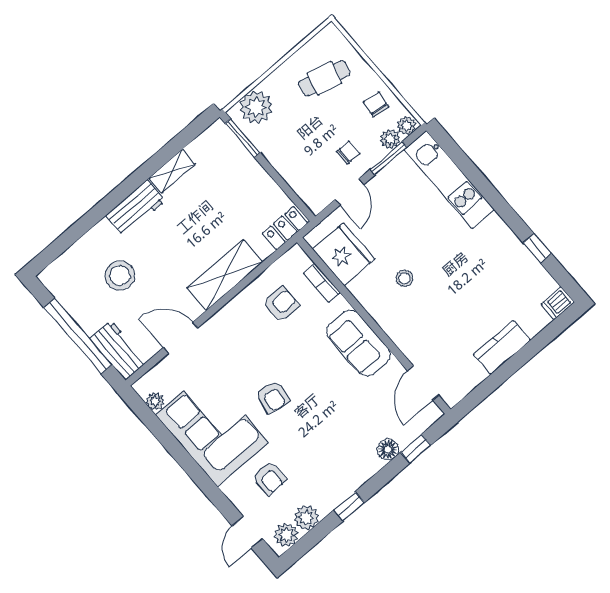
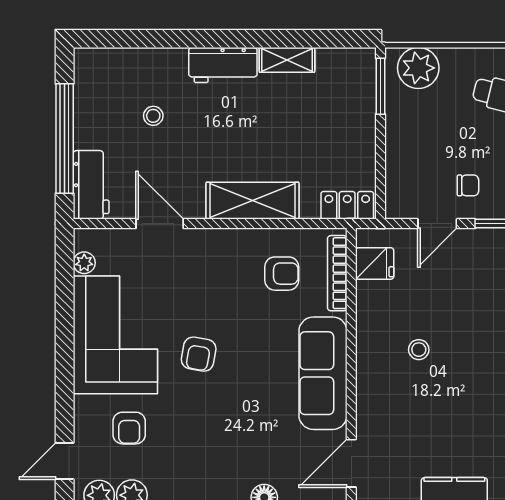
fridge: (344, 254) -> (375, 264), width x0.53, depth x0.75
stool: (120, 276) -> (153, 116), width x0.53, depth x0.53
bookcase: (322, 283) -> (337, 273), width x1.56
sofa: (359, 343) -> (323, 373), width x1.36

